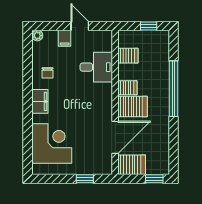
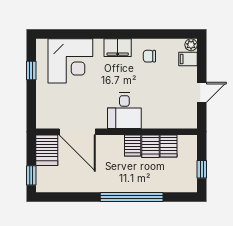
filing cabinet: (65, 38) -> (188, 59), moved
desk: (96, 67) -> (124, 111), moved
server rack: (133, 106) -> (150, 146), moved, width x0.73, depth x0.70
window: (85, 179) -> (31, 70), moved

